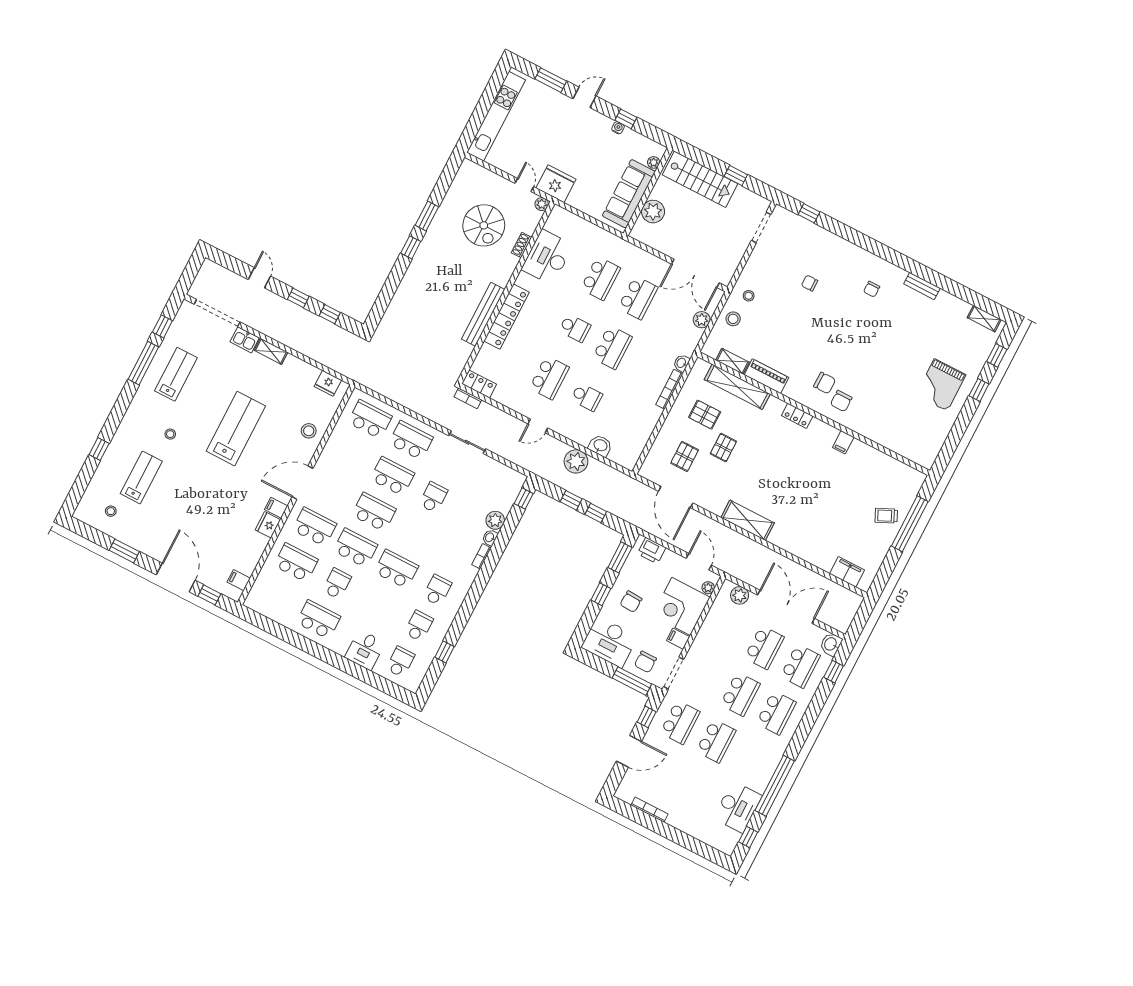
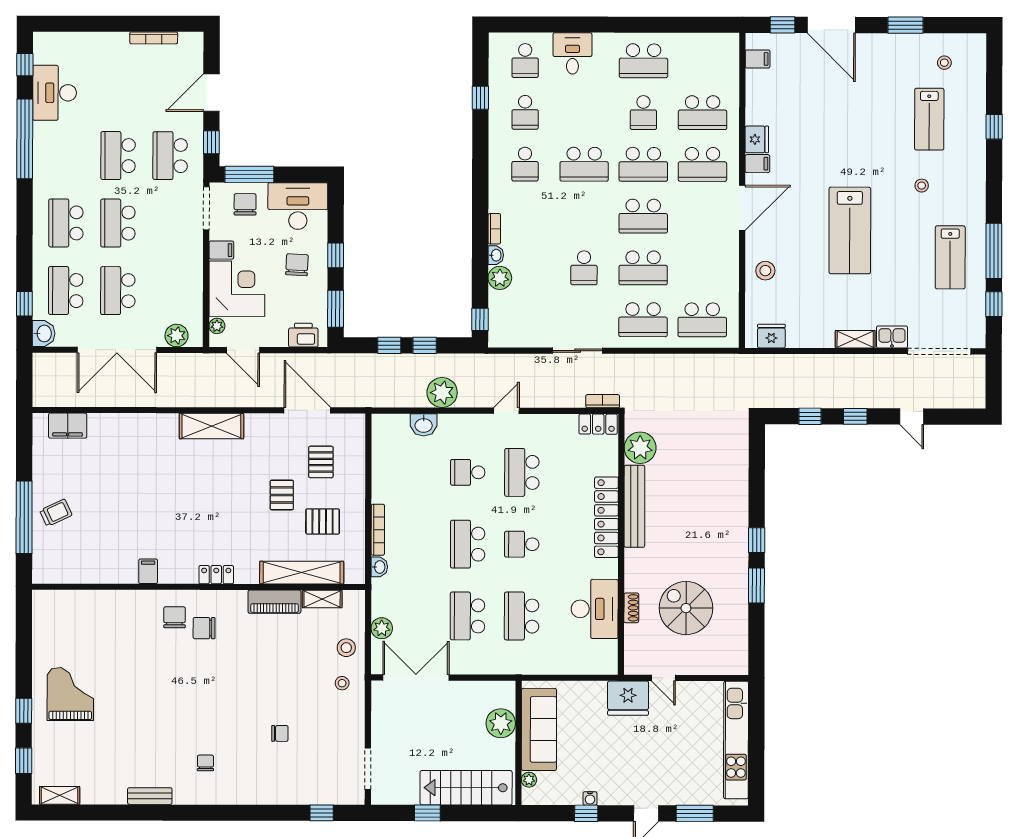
plant: (542, 204) -> (640, 448), moved, width x1.88, depth x1.88

